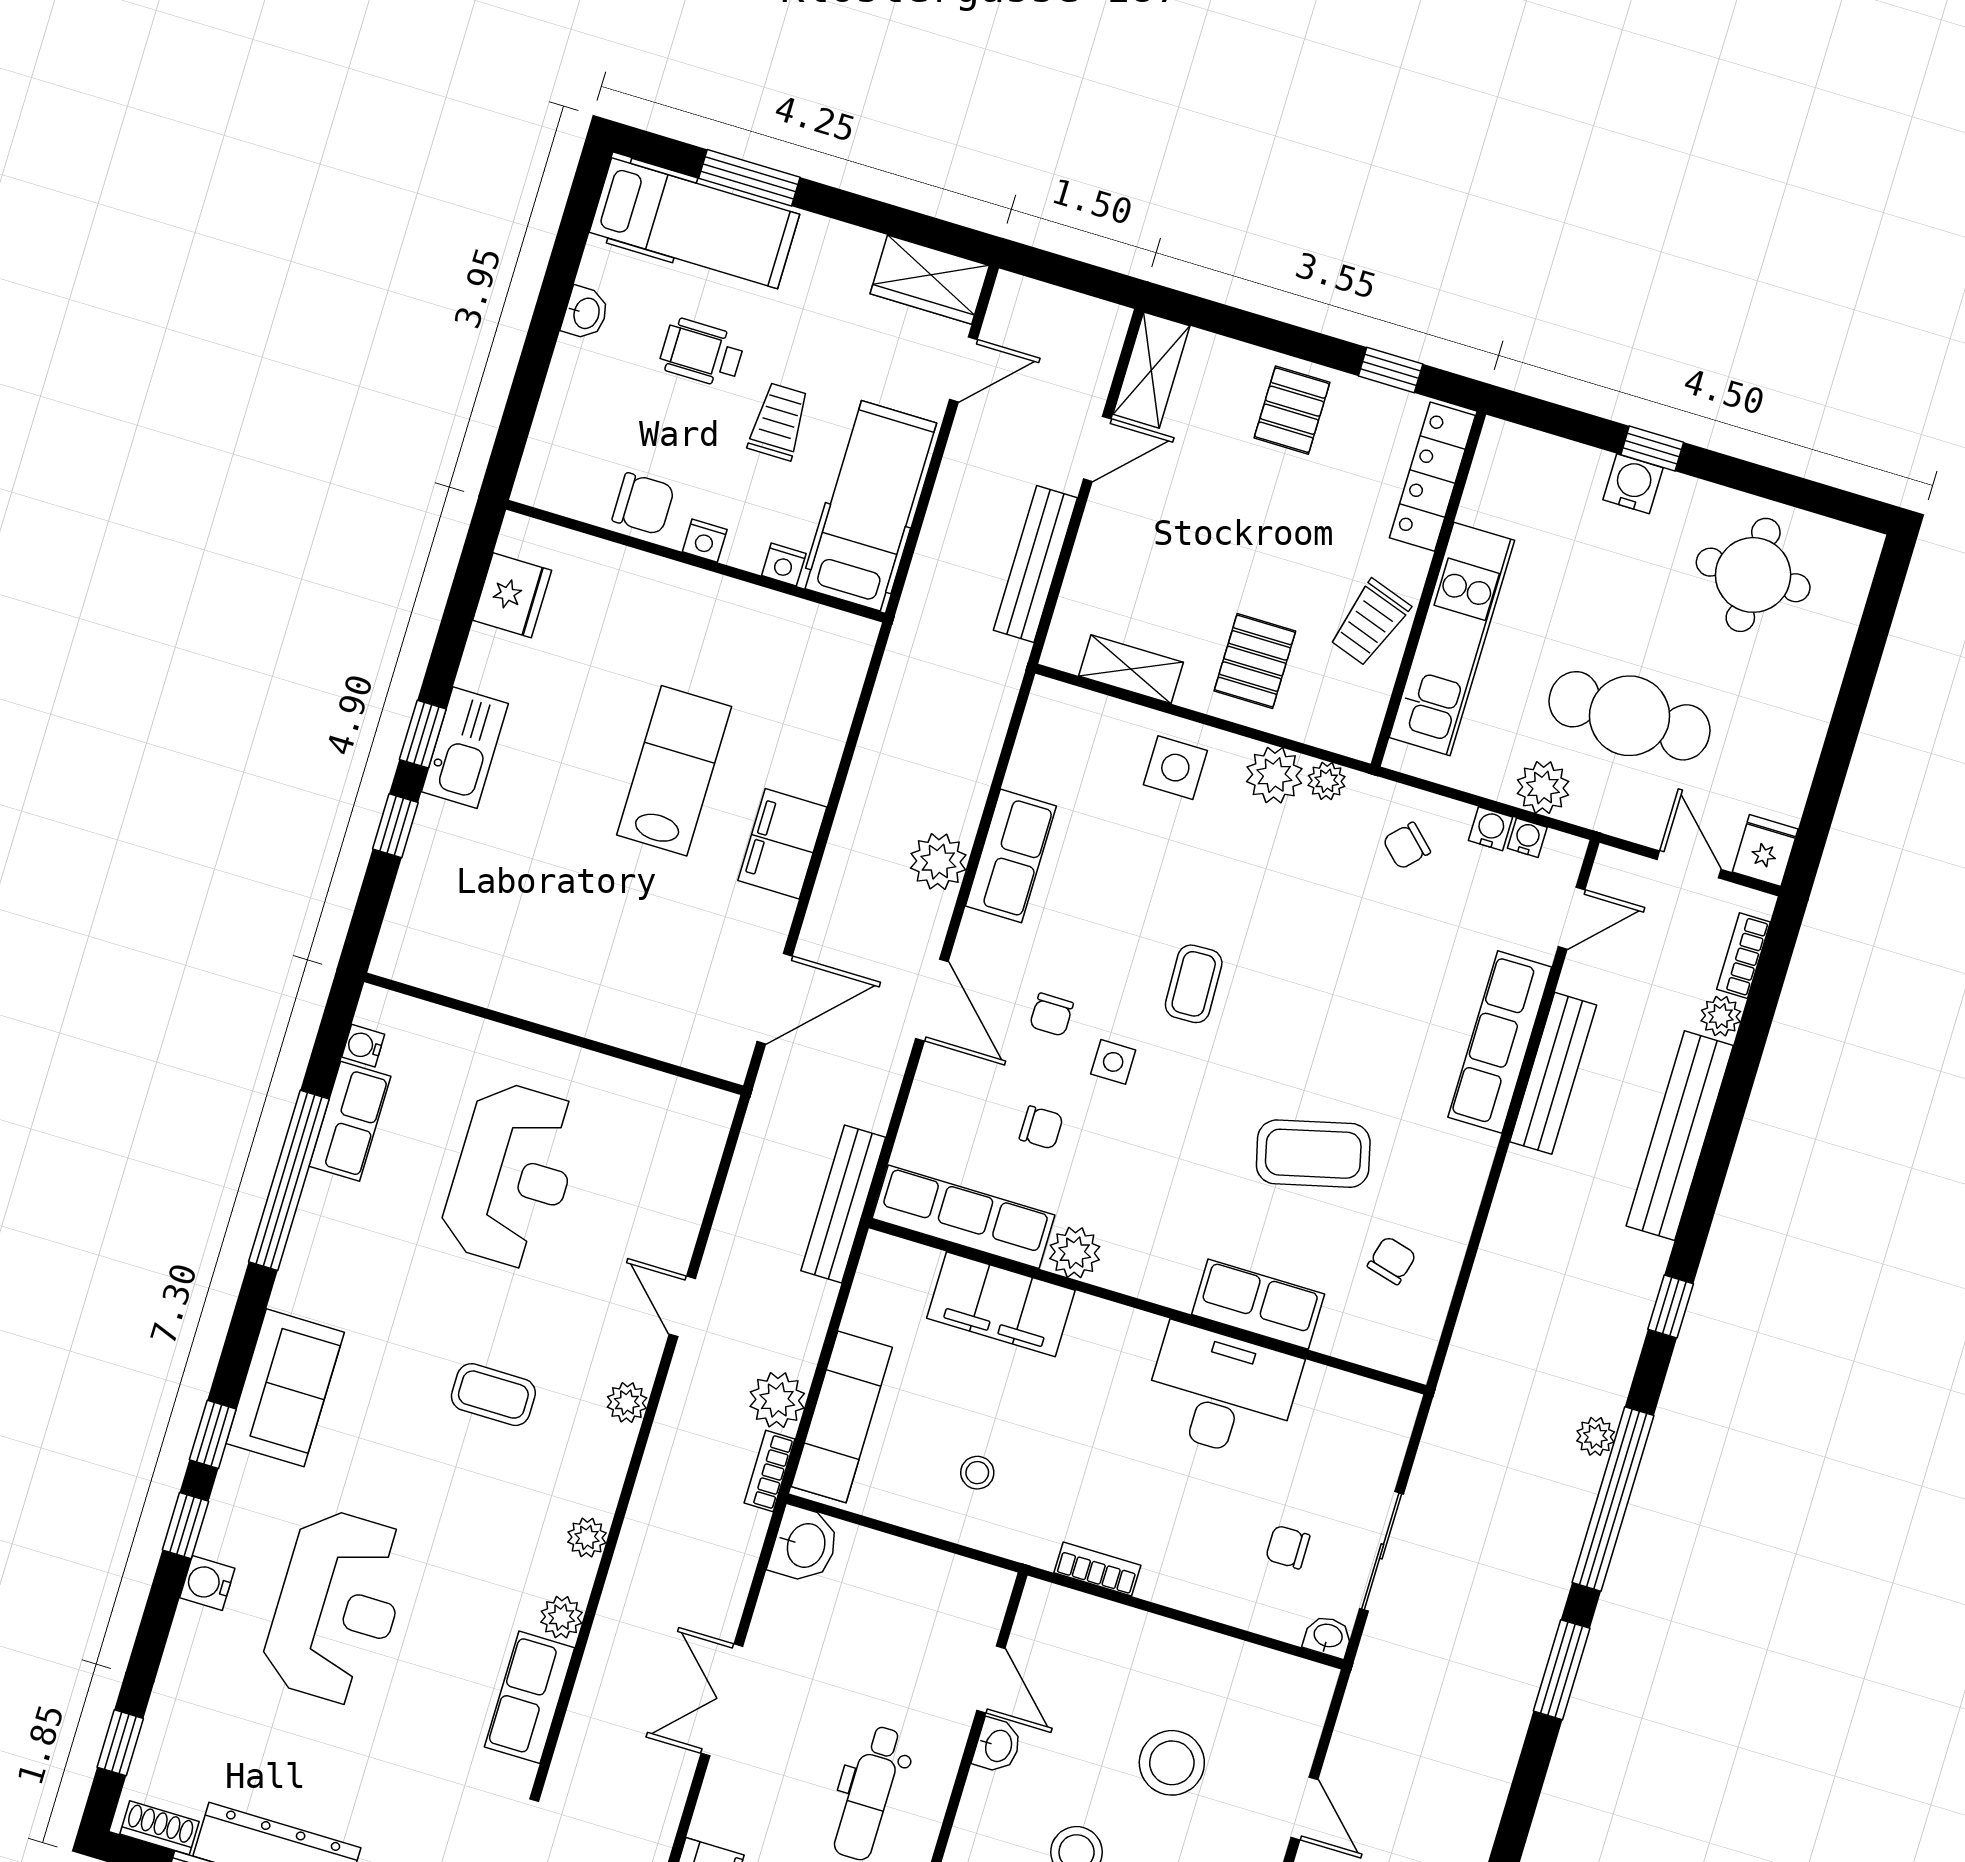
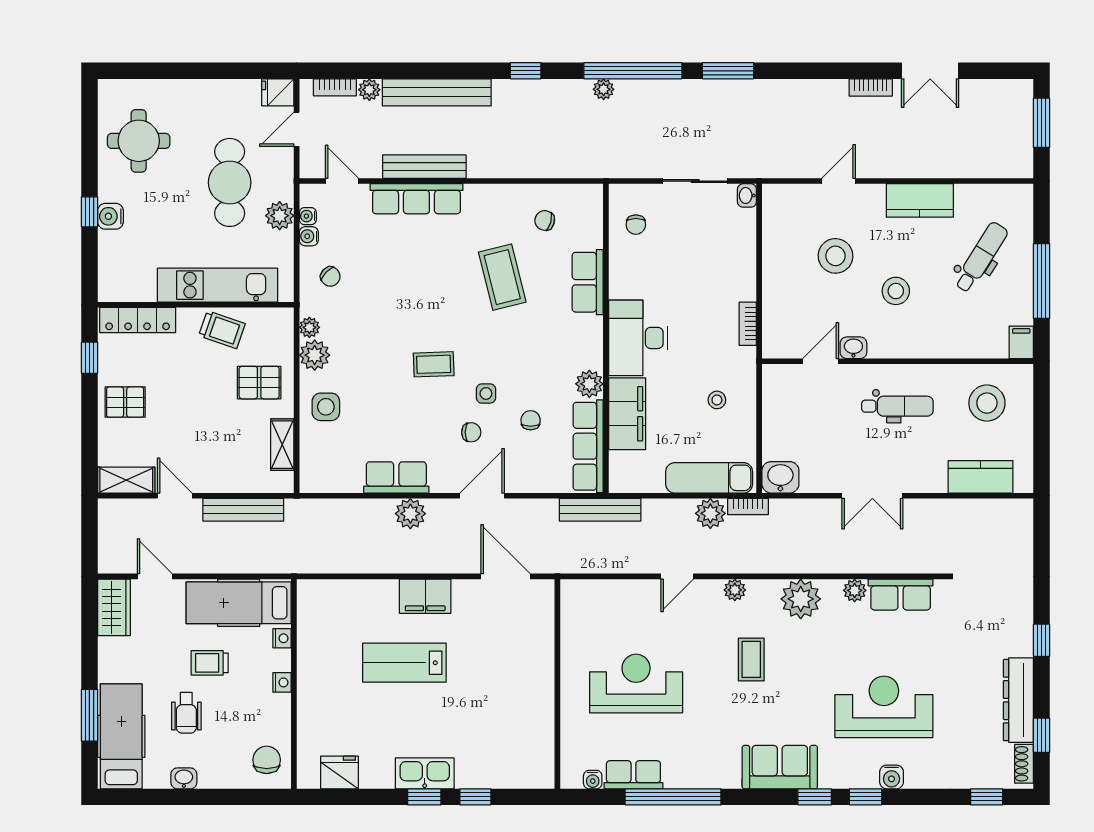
chair: (643, 504) -> (267, 760), moved
desk: (1222, 1392) -> (638, 338), moved
plant: (587, 1538) -> (801, 599), width x1.88, depth x1.88
chair: (1288, 1547) -> (636, 225), moved

